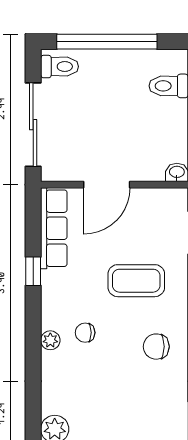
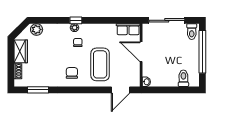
row of seats: (54, 228) -> (128, 29), width x0.68
window: (33, 271) -> (76, 20), moved
coffee table: (136, 281) -> (100, 64), width x1.36, depth x1.32

